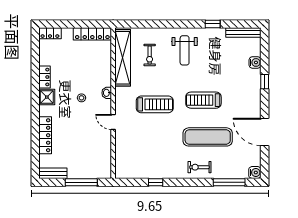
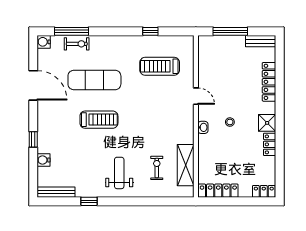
shelving: (123, 58) -> (186, 165), width x0.68
treadmill: (155, 104) -> (160, 66), moved
exercise bike: (199, 167) -> (77, 44), moved

